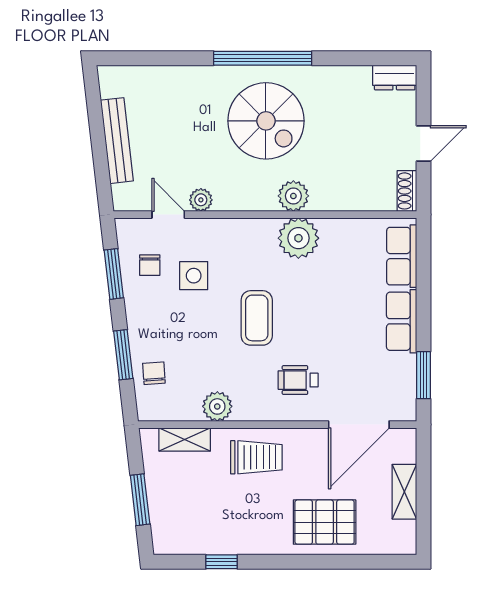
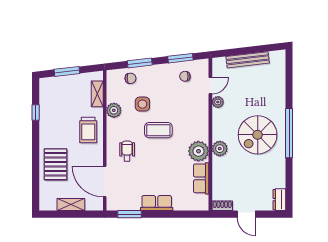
row of seats: (402, 256) -> (201, 178), moved, turned -90
side table: (194, 276) -> (142, 104), moved

